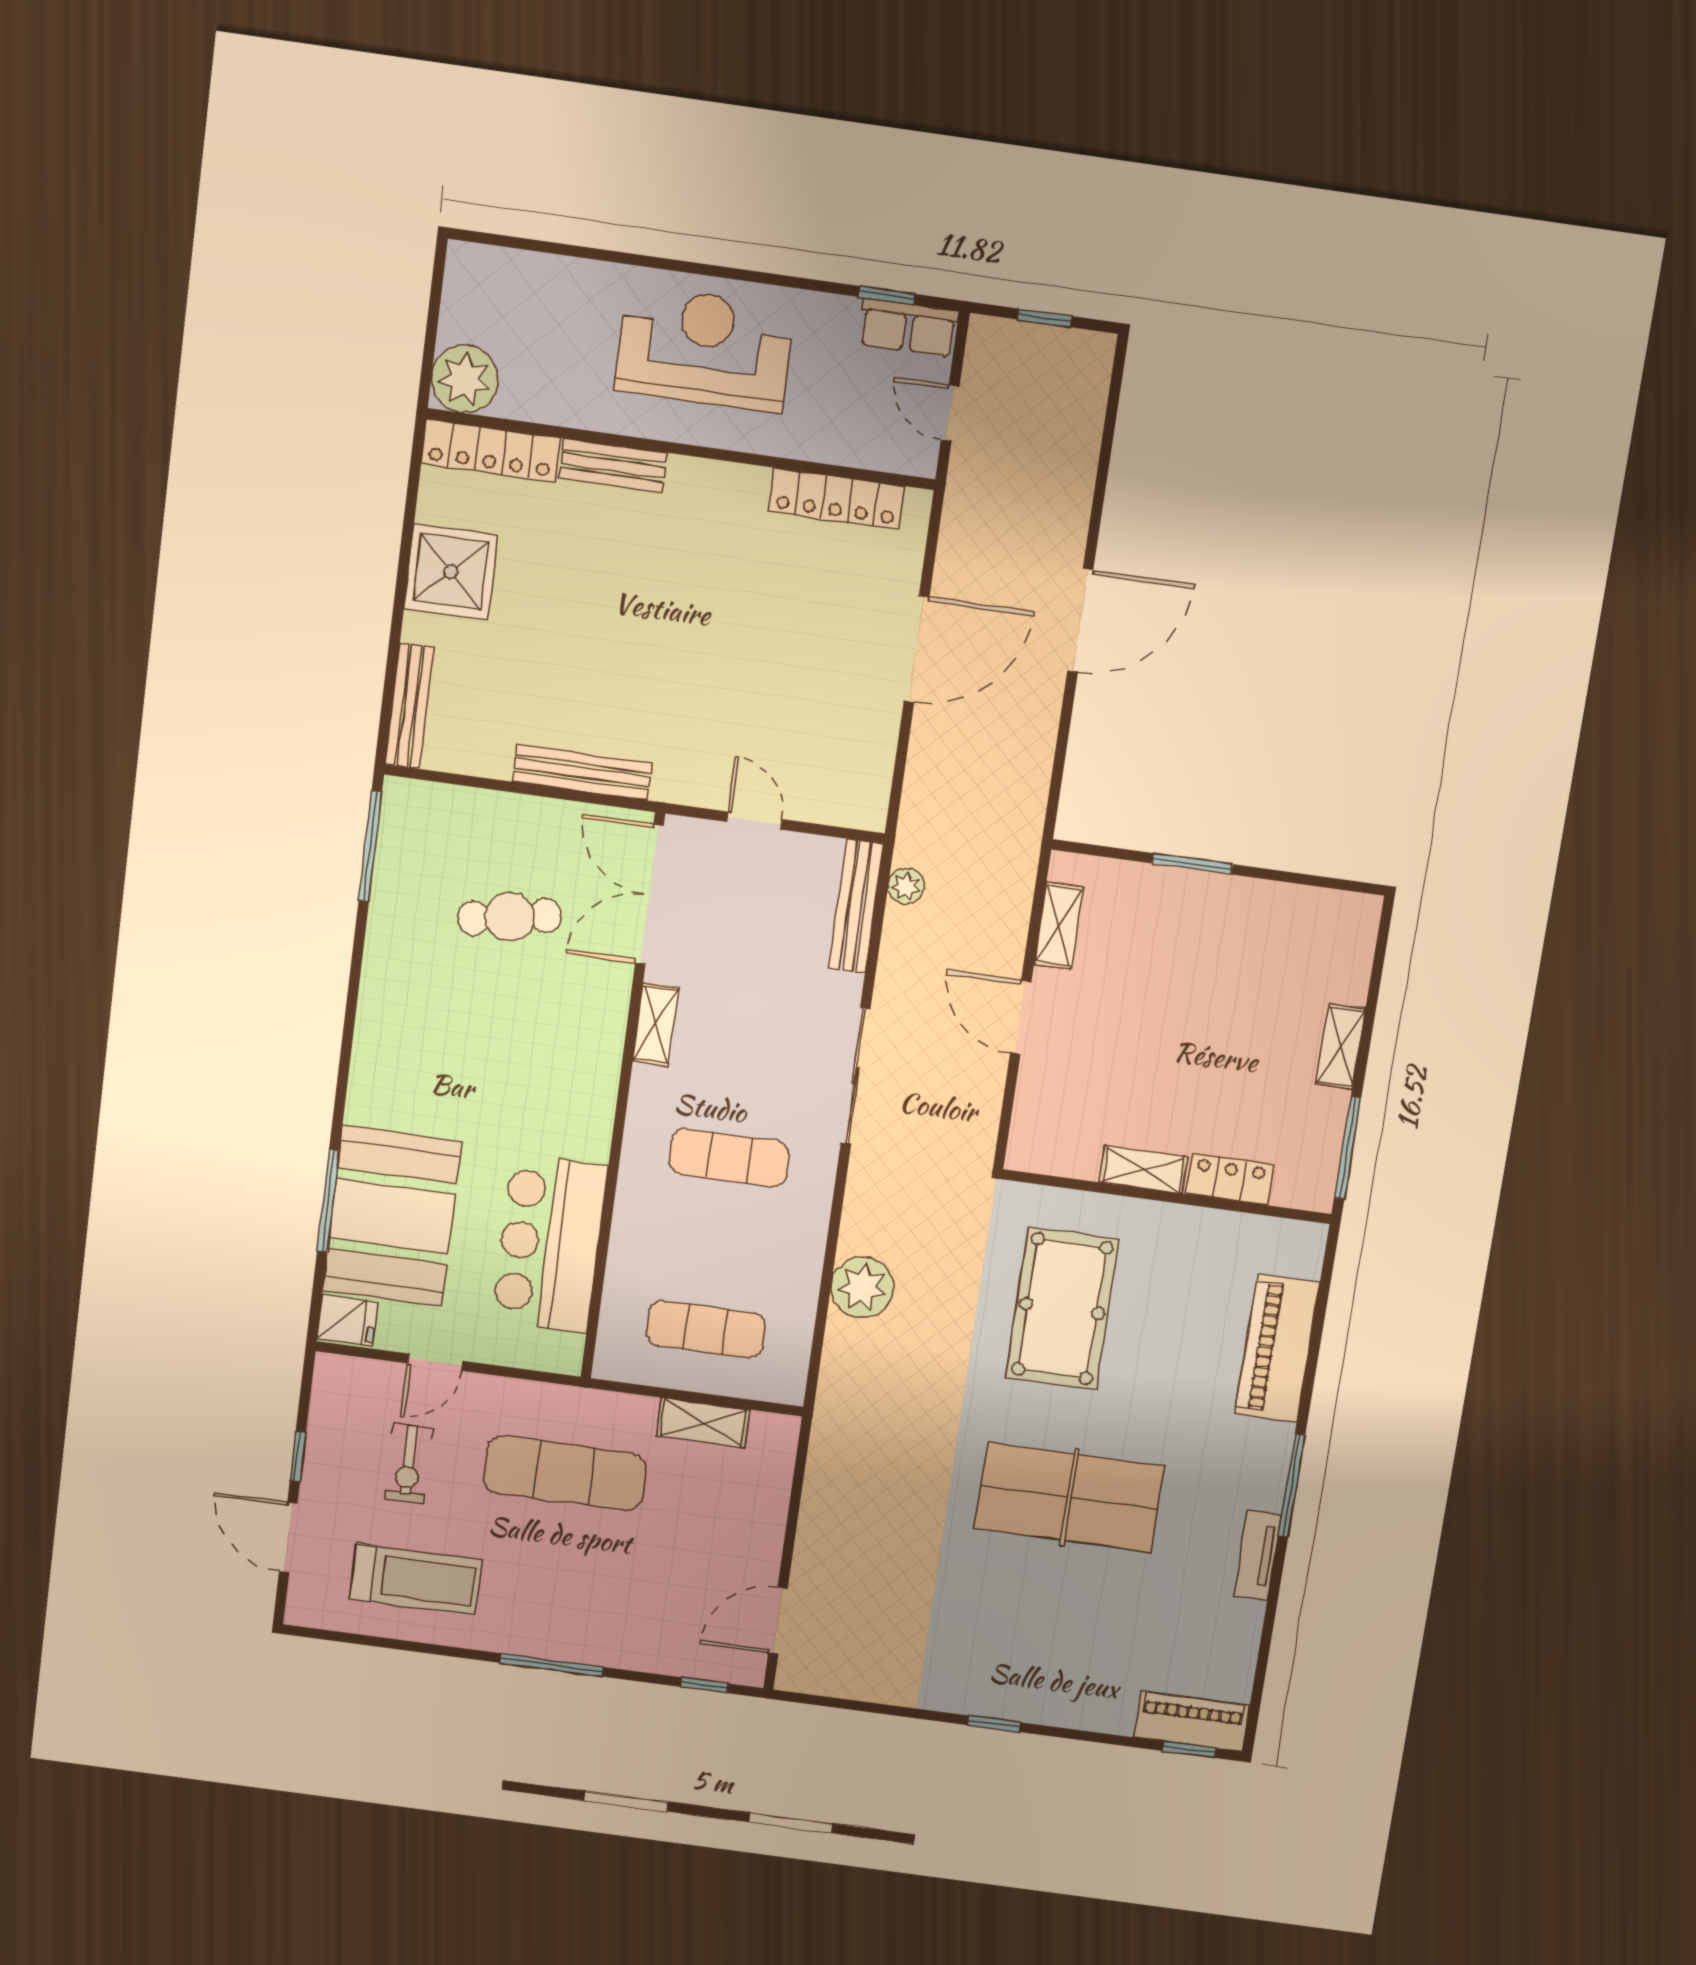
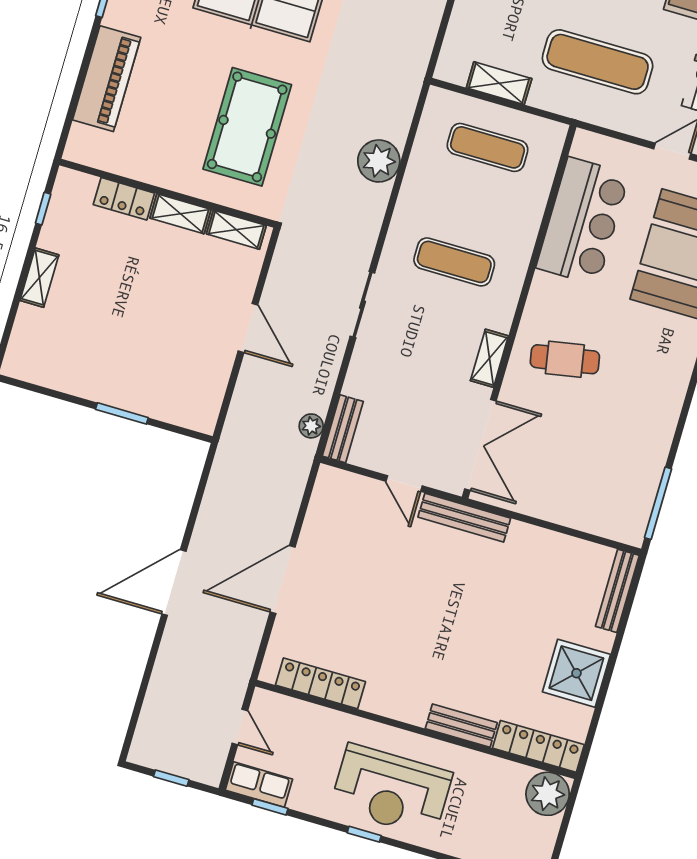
window: (736, 274) -> (364, 834), added
bench: (582, 772) -> (464, 518), moved
bench: (856, 906) -> (343, 429), width x0.73
cafe table: (510, 917) -> (565, 359), moved
shelving: (1059, 926) -> (236, 230), moved, turned 90
sliding door: (856, 1076) -> (362, 305), width x0.73
window: (1348, 1148) -> (43, 209), width x0.46

